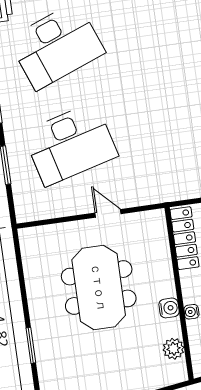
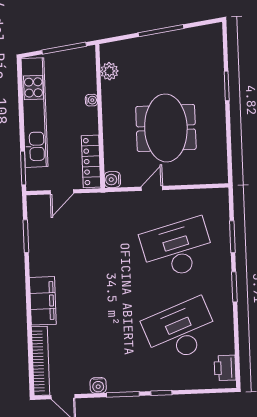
door: (108, 213) -> (152, 188), swing flipped
water cooler: (169, 308) -> (112, 180), moved

